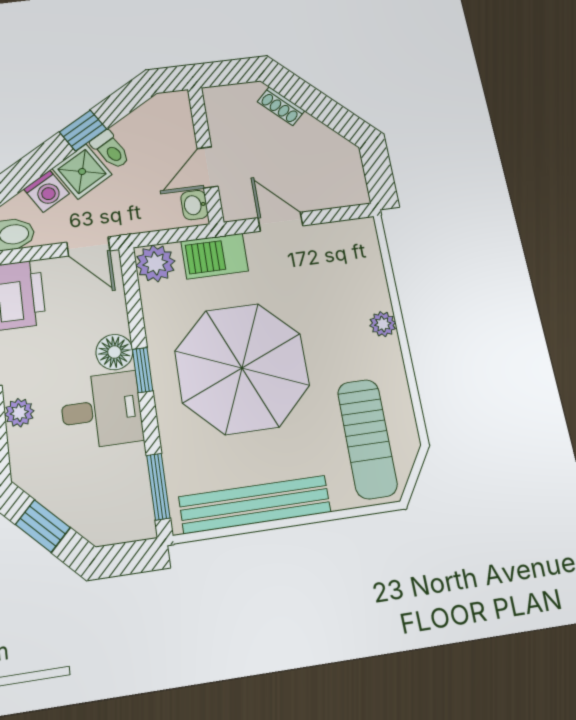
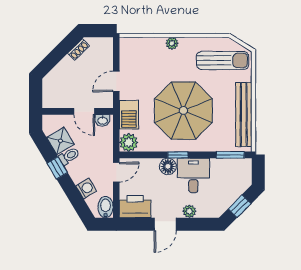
shoe rack: (281, 106) -> (78, 50), moved
shower: (82, 172) -> (60, 141), moved

